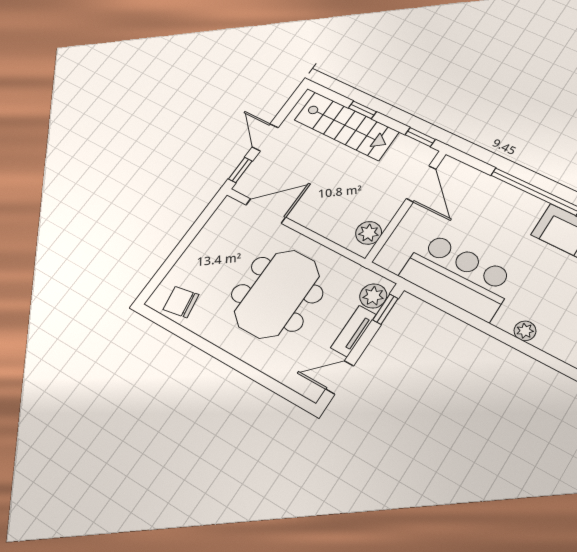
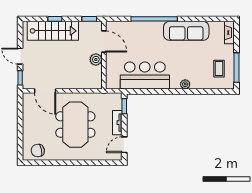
door: (266, 211) -> (45, 91), swing flipped
plant: (369, 233) -> (96, 59), moved
plant: (373, 296) -> (116, 103), removed

